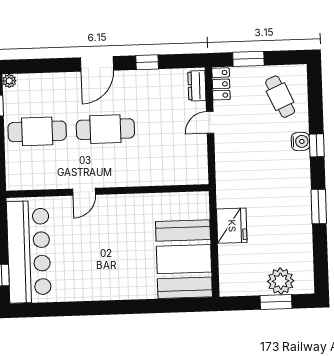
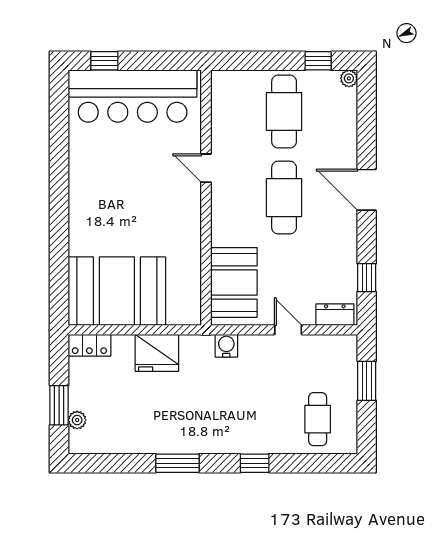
window: (147, 62) -> (367, 278), moved
locker: (221, 84) -> (89, 345), moved
cafe table: (280, 97) -> (318, 419), turned -66
water cooler: (300, 141) -> (226, 346), moved, turned 180
booth: (174, 167) -> (234, 282), added
plant: (281, 281) -> (77, 420), width x0.53, depth x0.53

